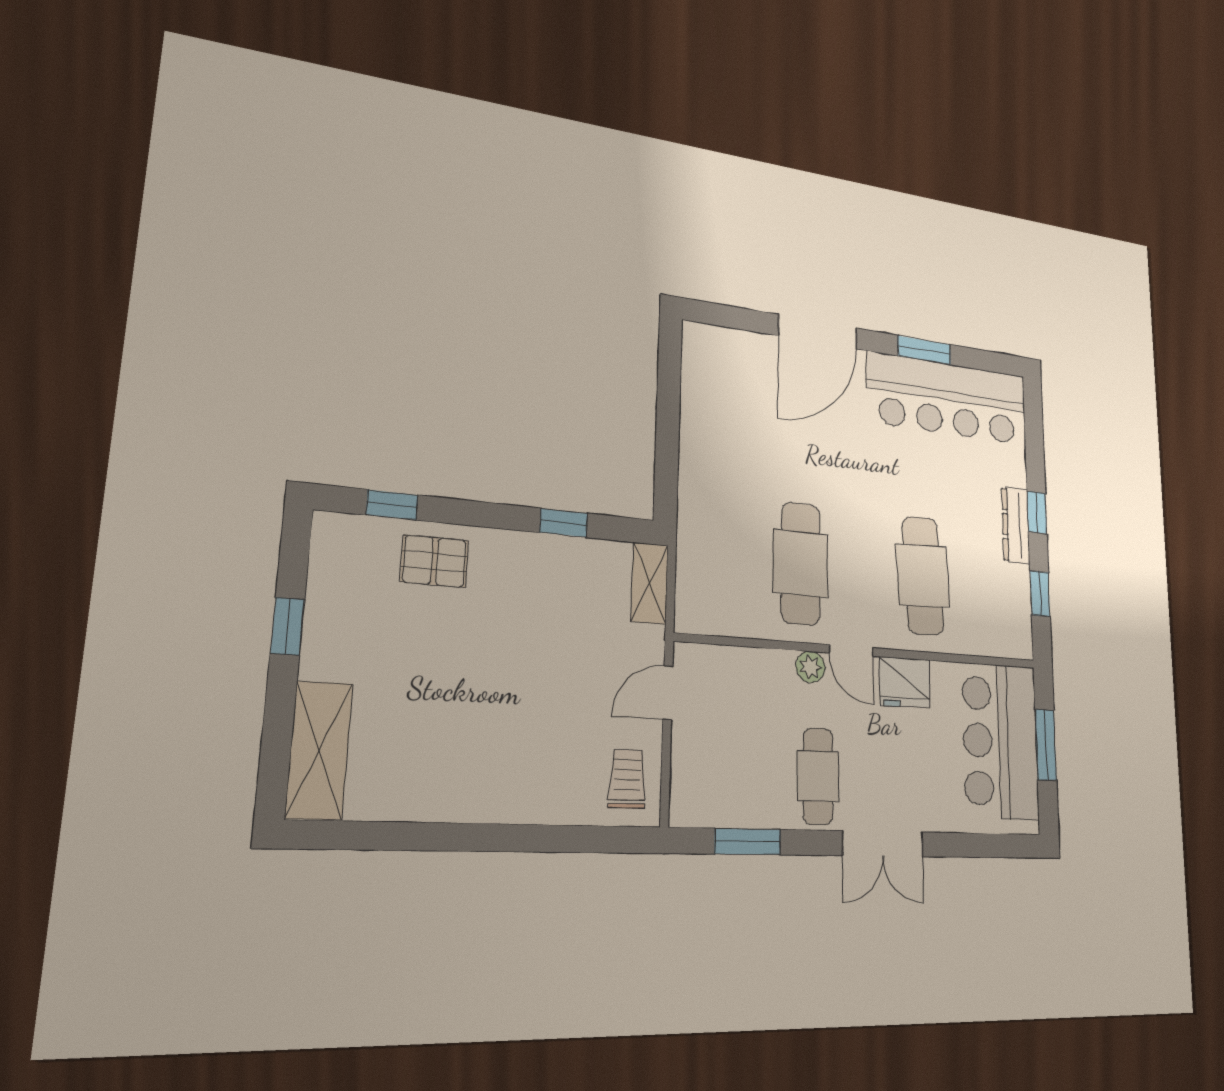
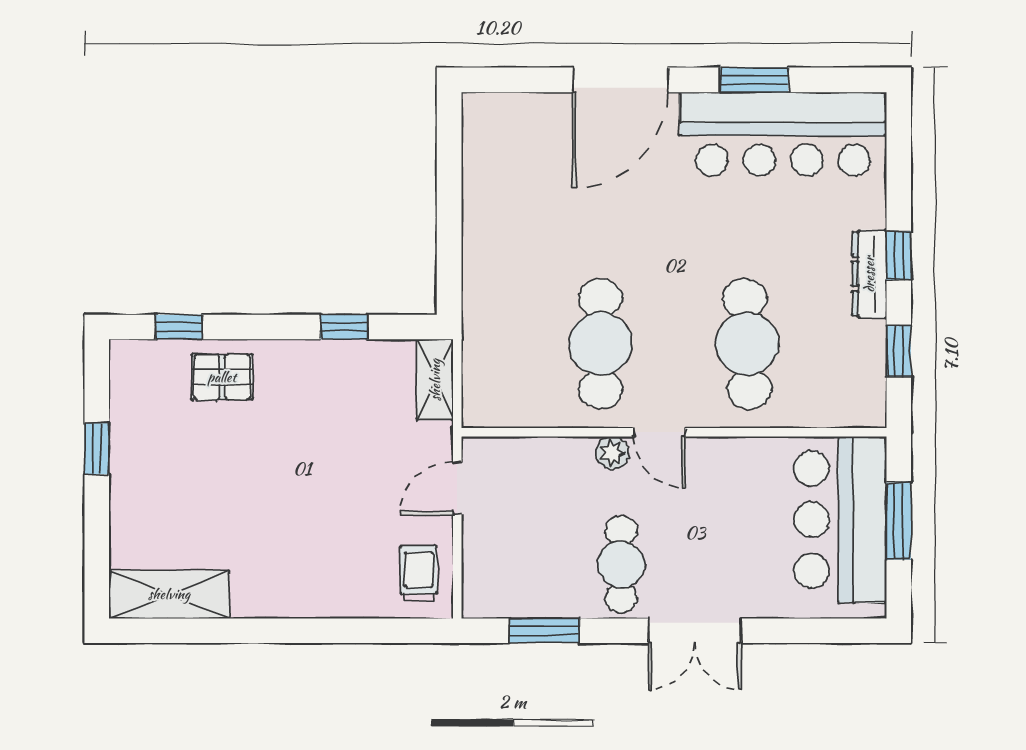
fridge: (905, 682) -> (723, 462), removed
shelving: (319, 750) -> (169, 594), moved, turned 90

